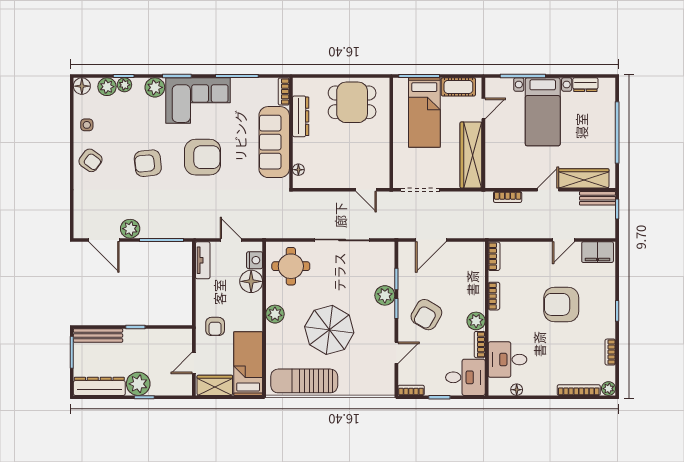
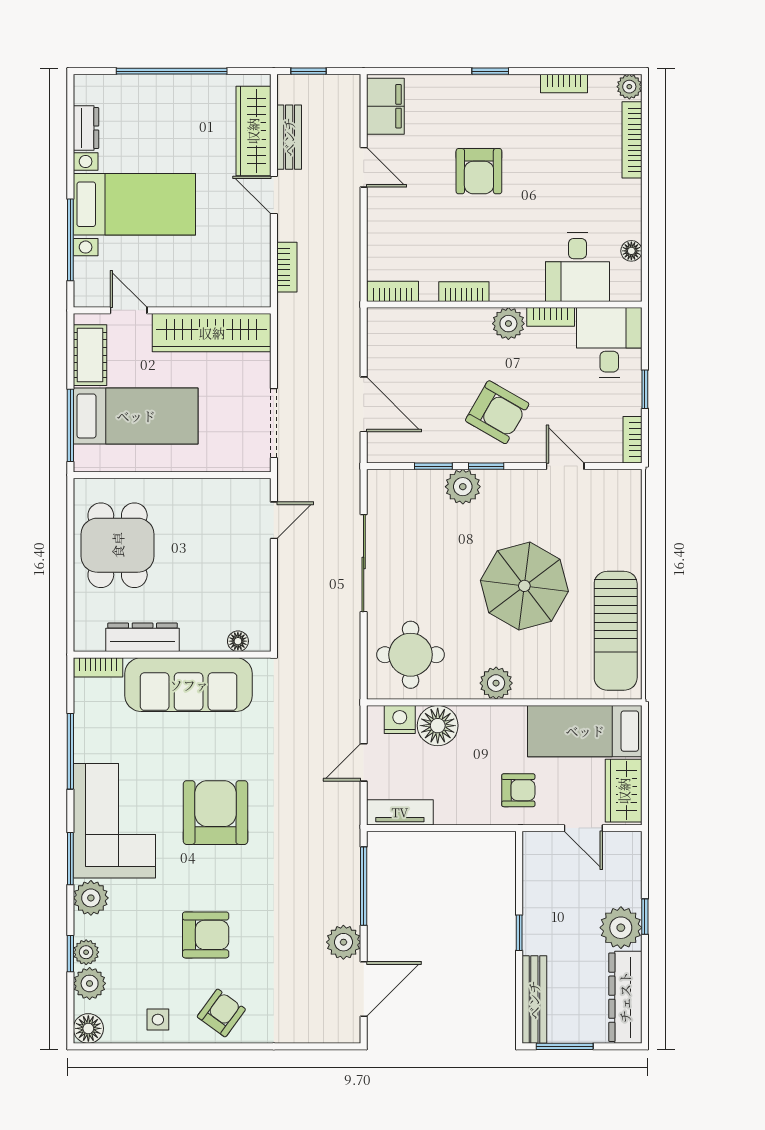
armchair: (148, 163) -> (206, 935), moved, turned -84
bench: (598, 198) -> (289, 137), moved
armchair: (561, 304) -> (479, 171), width x0.73, depth x0.73

